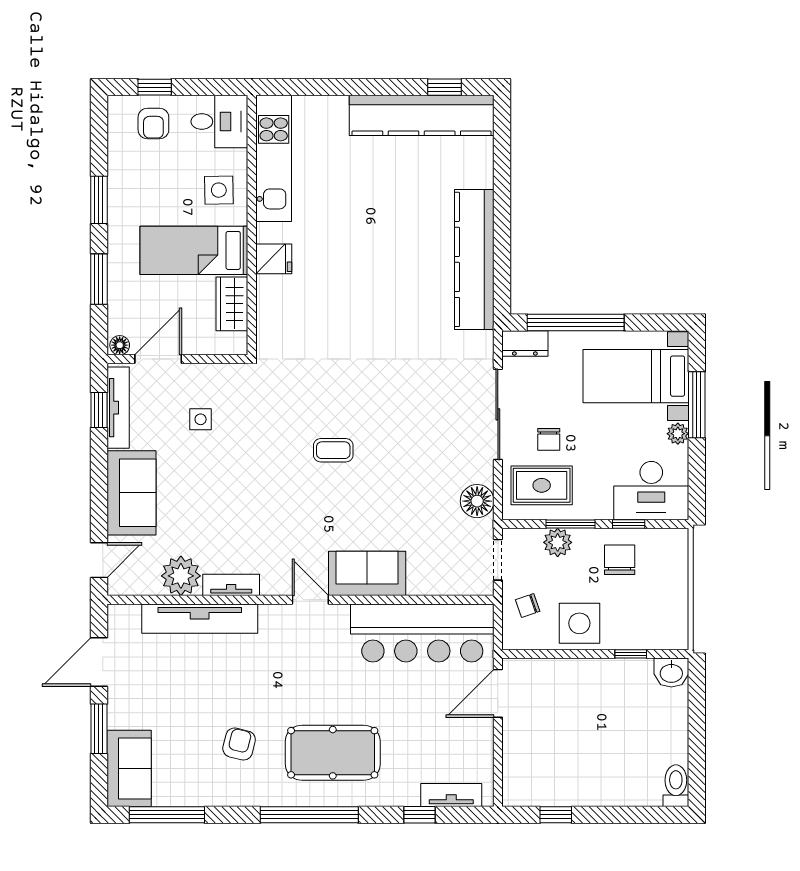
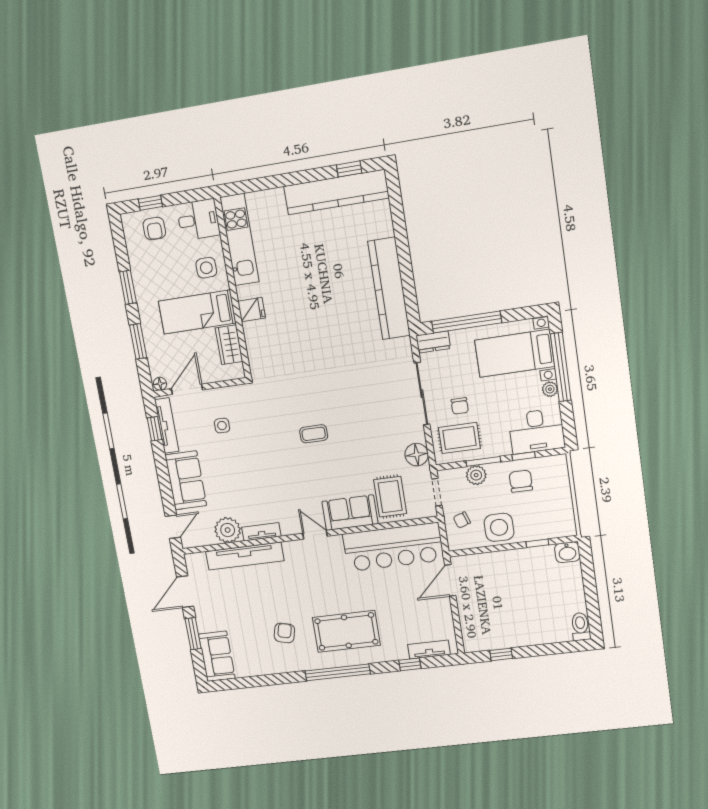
window: (697, 405) -> (561, 367), width x1.46
rug: (429, 557) -> (390, 497), added
window: (167, 815) -> (246, 682), removed

